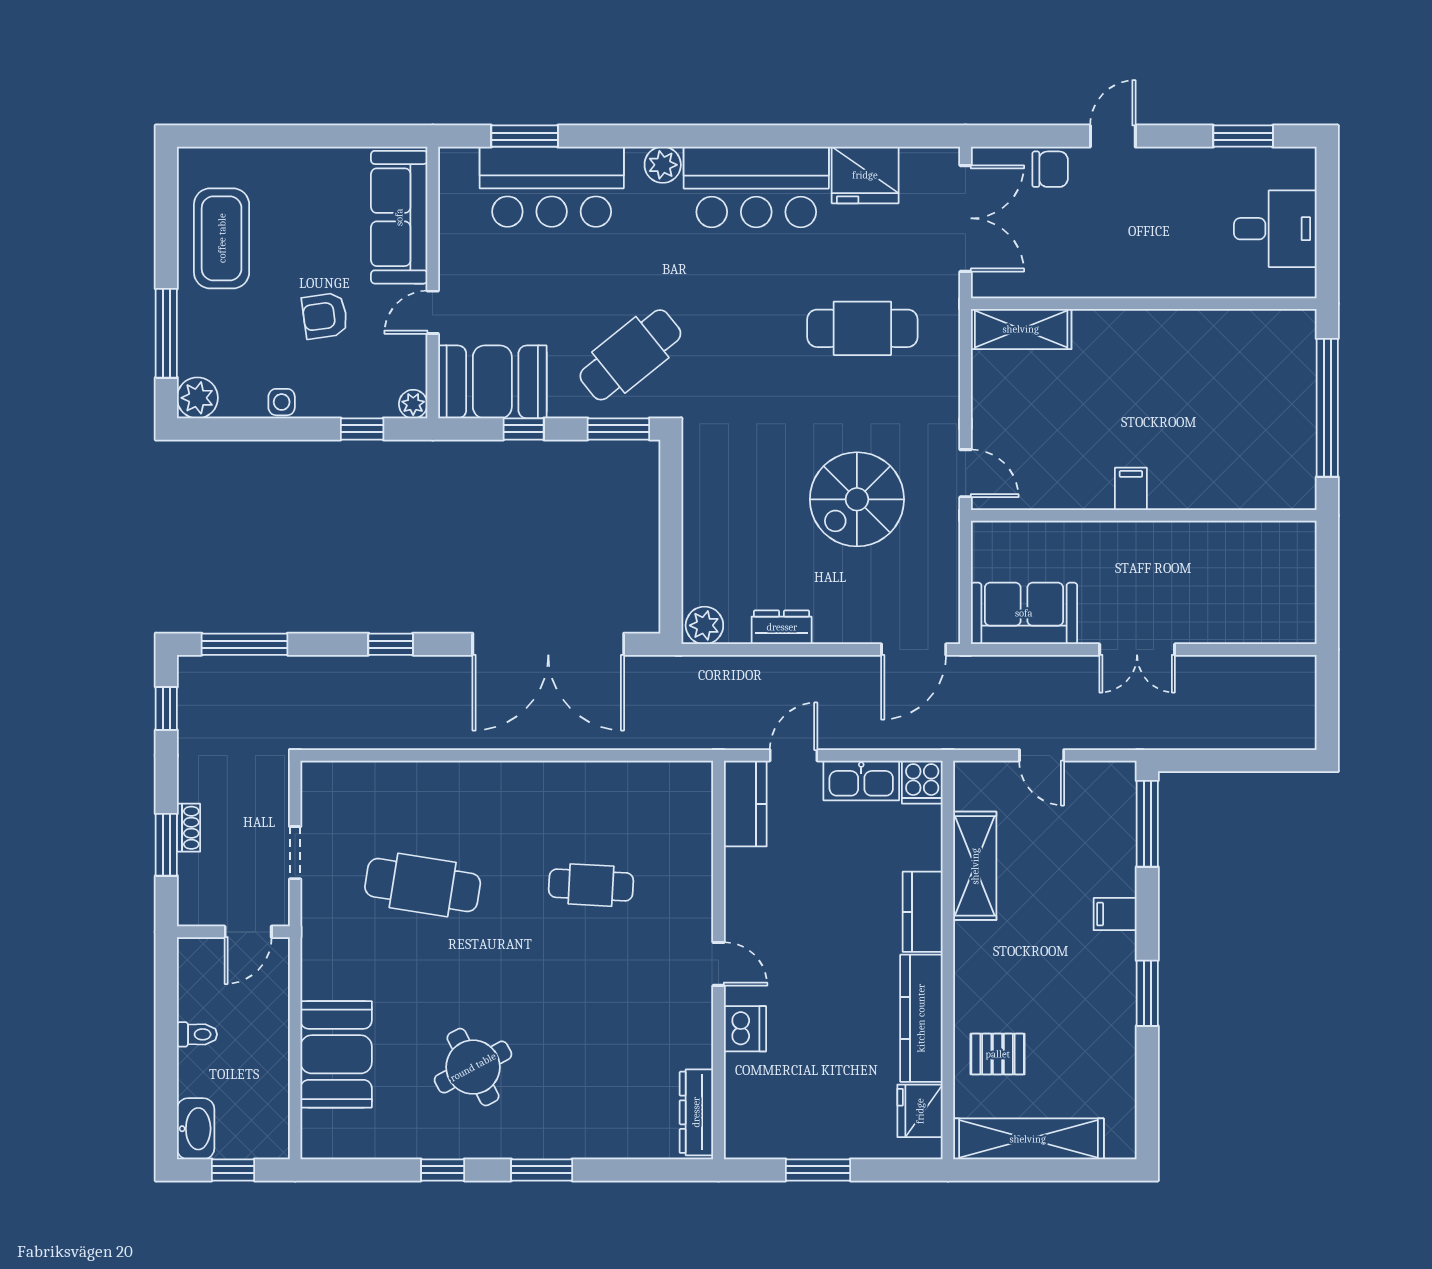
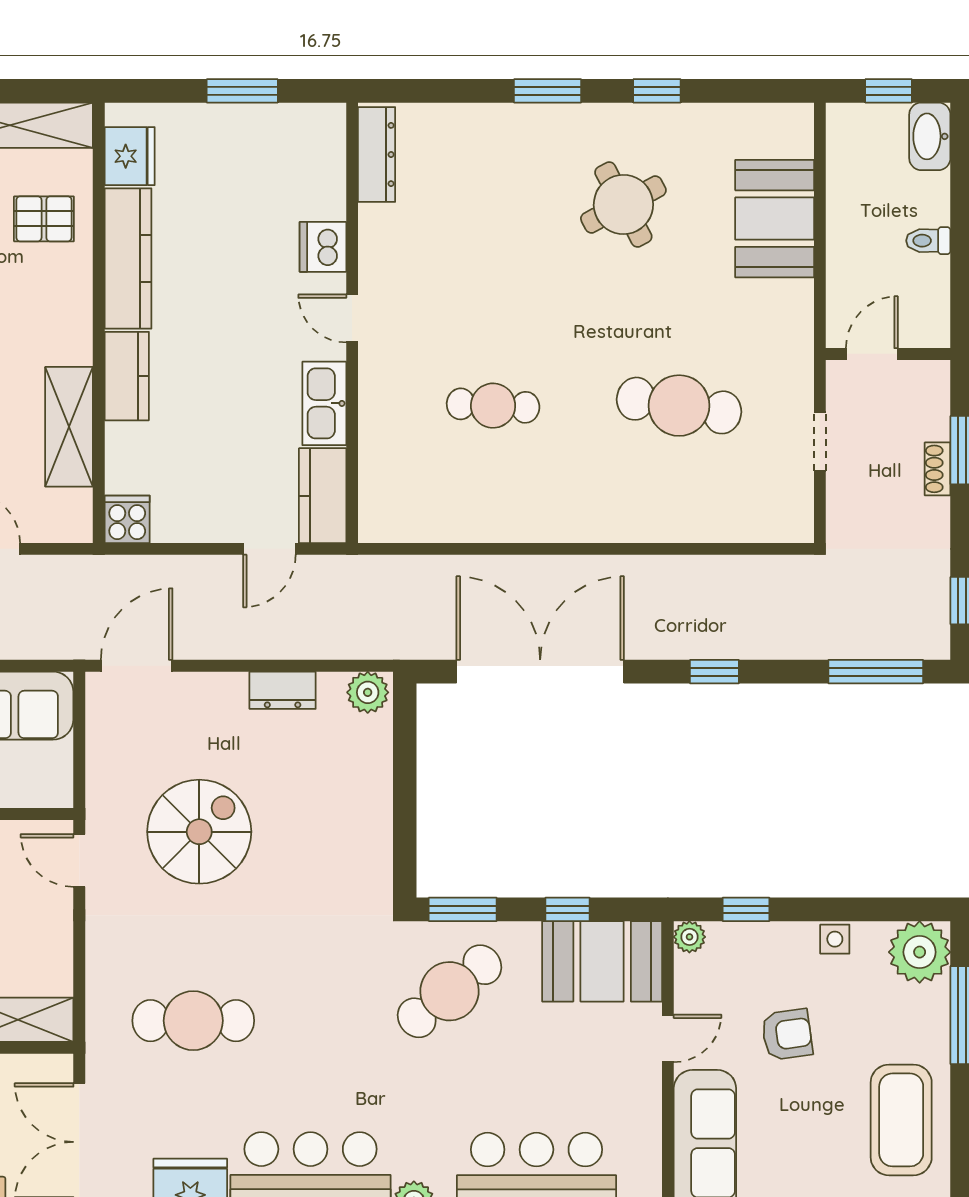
plant: (197, 398) -> (920, 952), width x1.36, depth x1.36
kitchen sink: (861, 781) -> (324, 403), moved, turned -90

